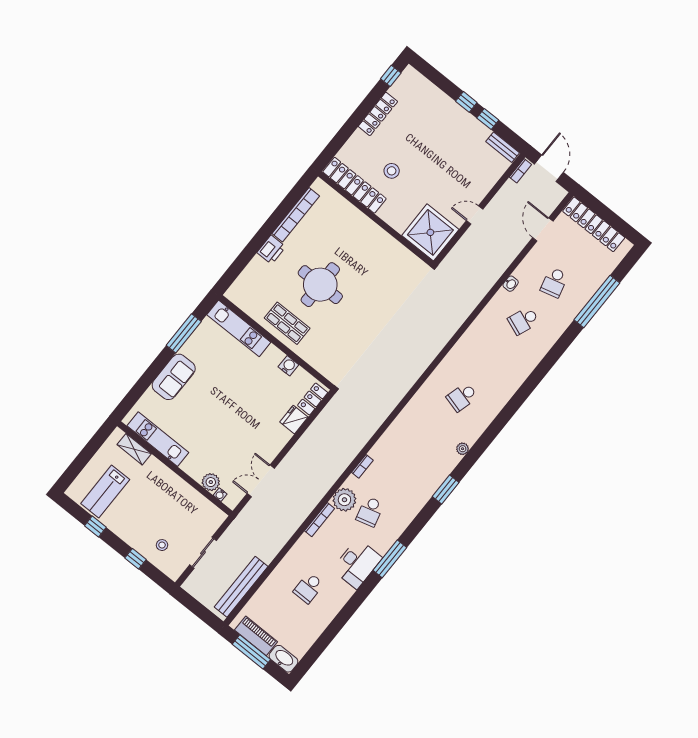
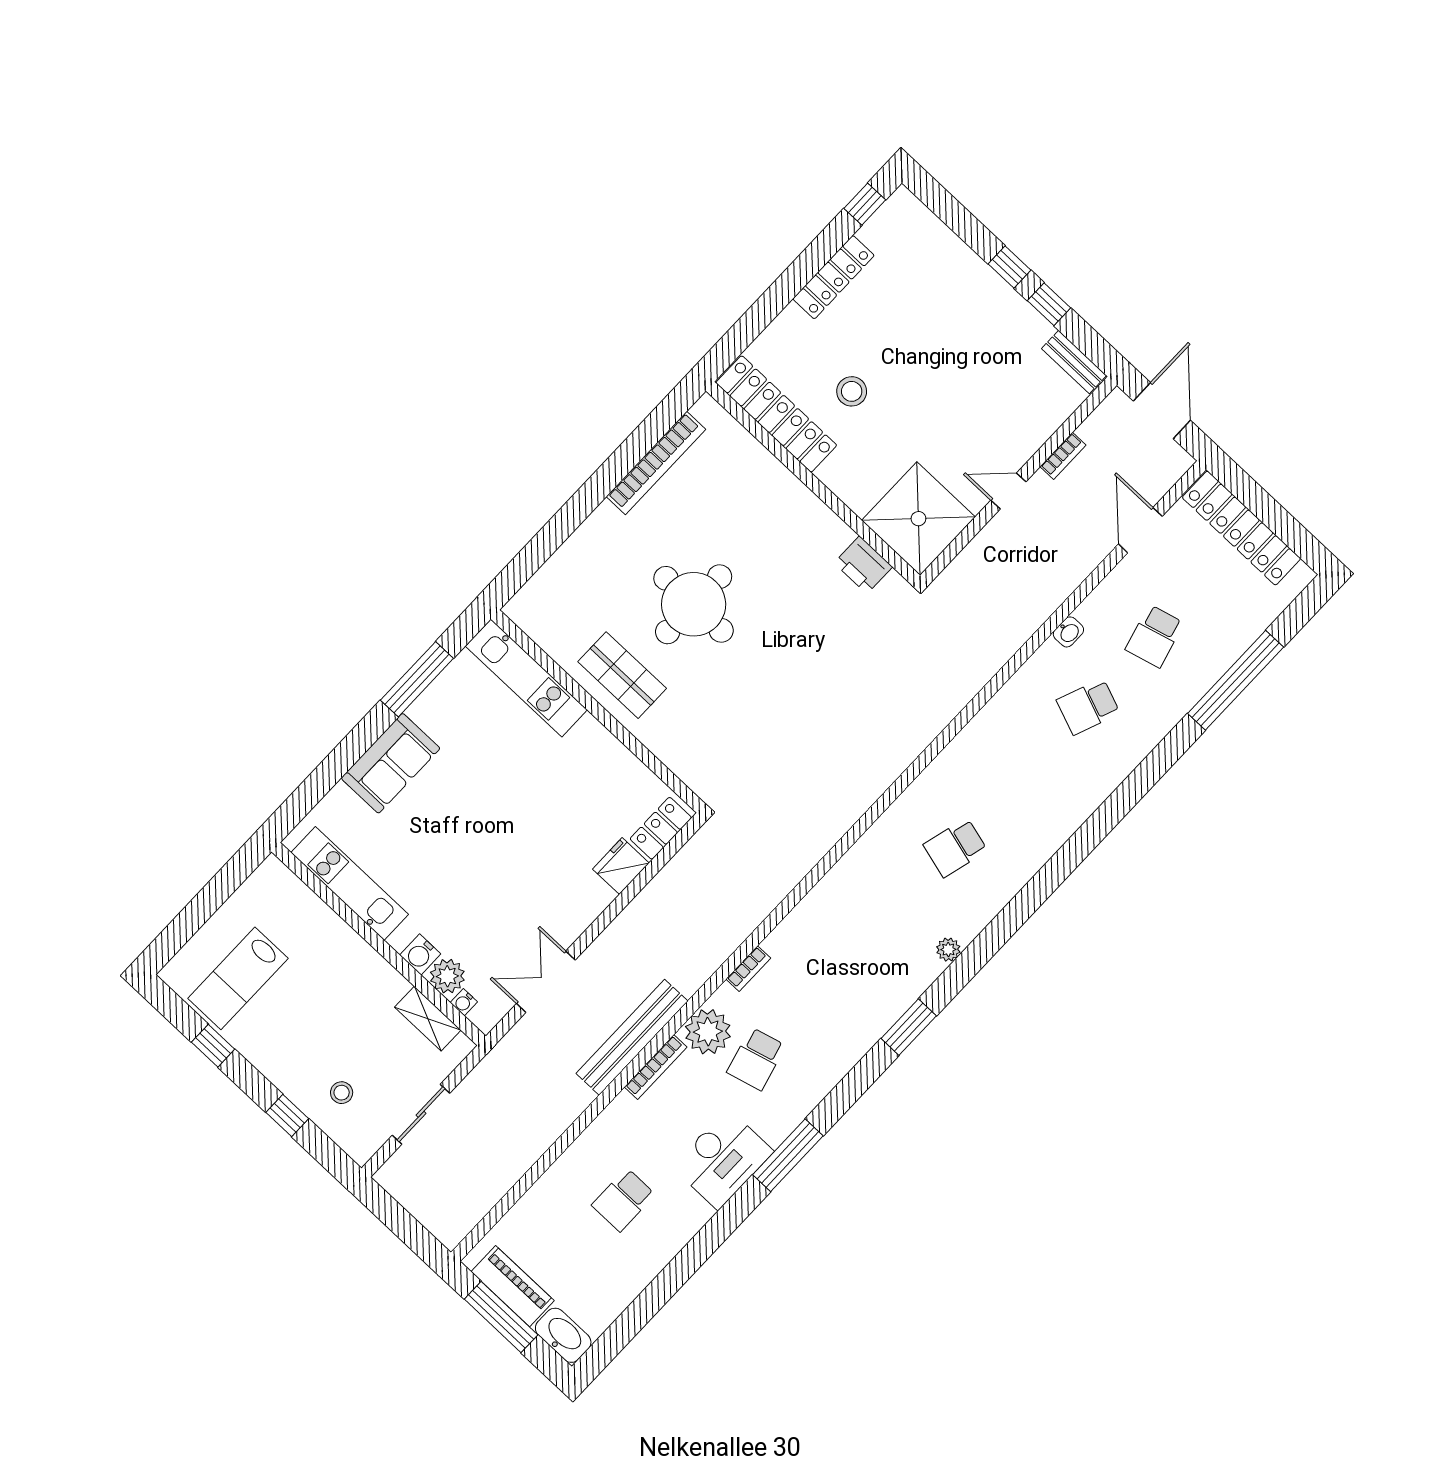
bookcase: (520, 171) -> (1063, 456), moved
printer: (271, 250) -> (863, 565), moved, turned 90
water cooler: (288, 366) -> (420, 954), moved, turned 180
shelving: (134, 449) -> (428, 1019), moved
bench: (241, 587) -> (632, 1037), moved

